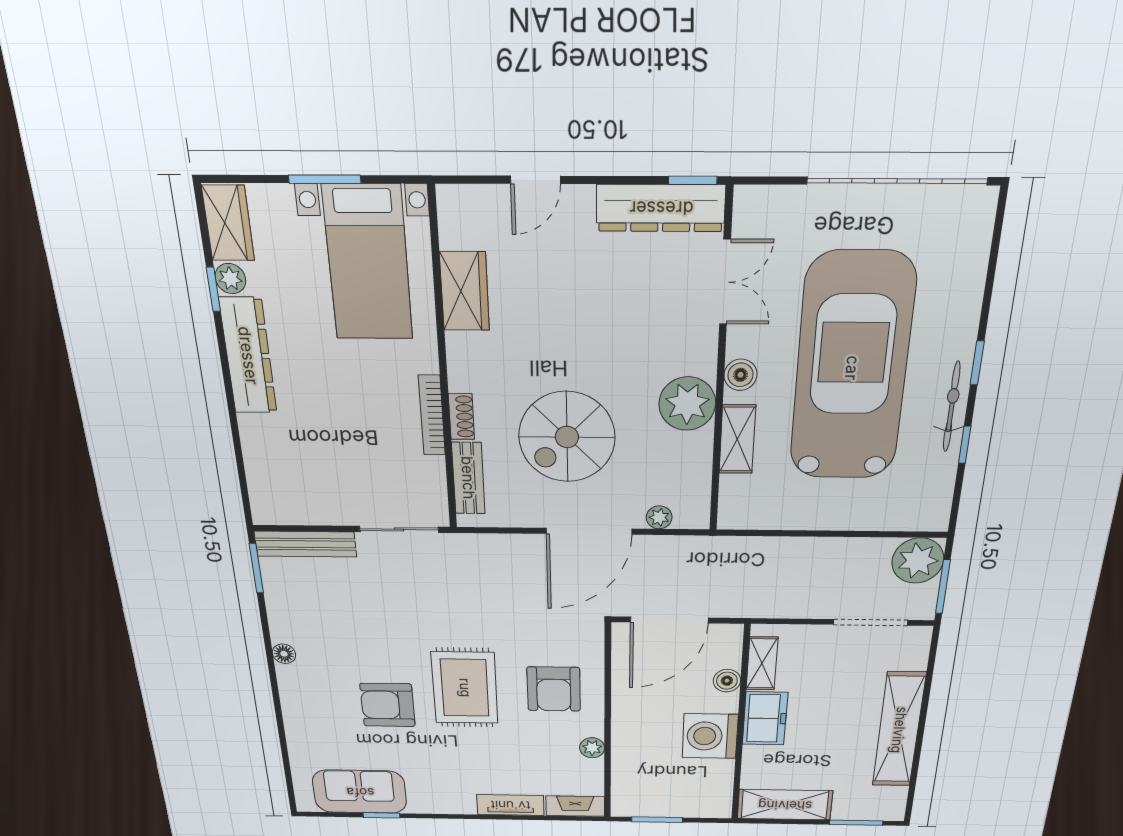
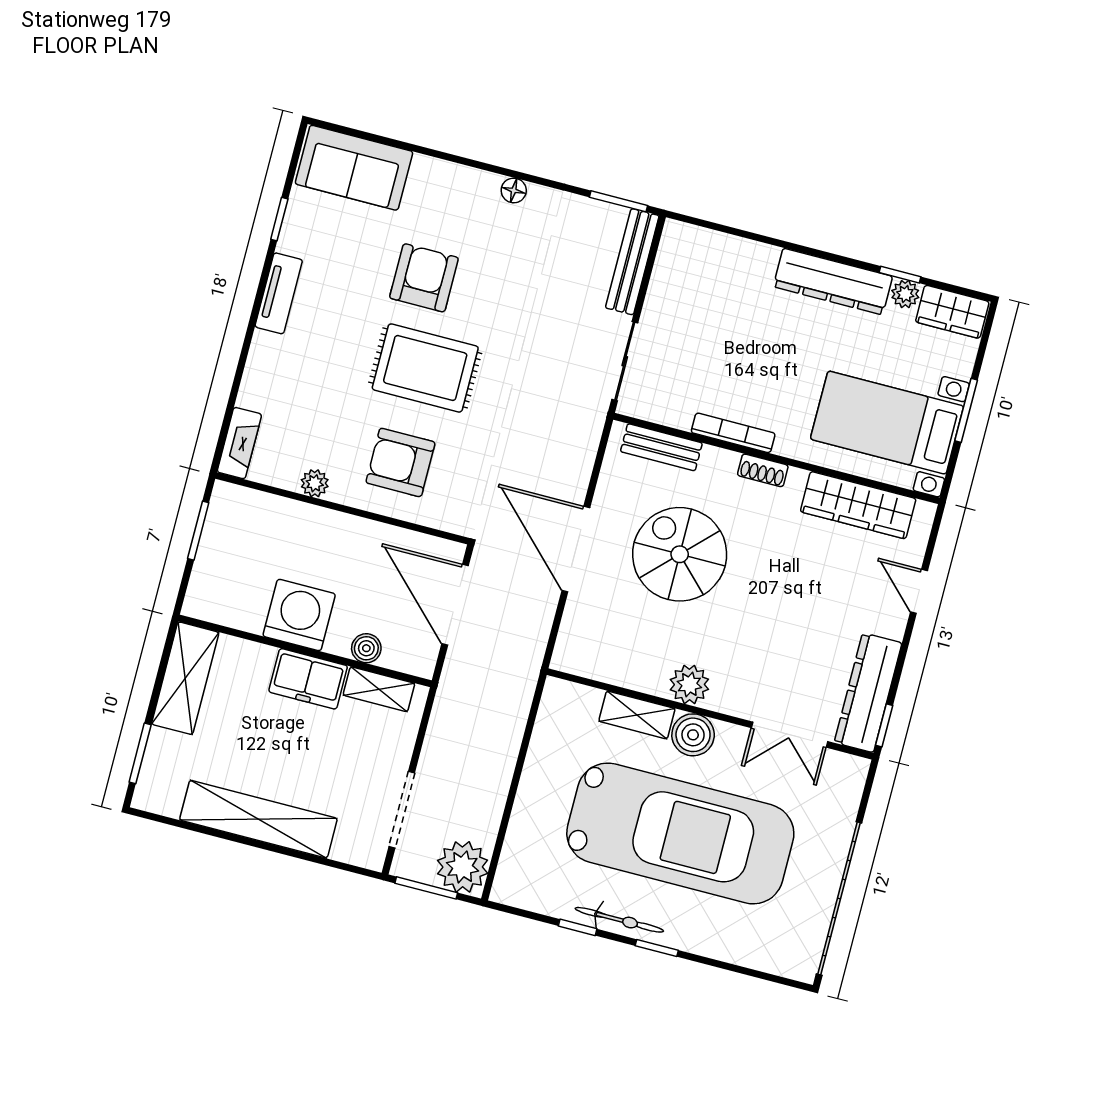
wardrobe: (465, 291) -> (858, 505), width x1.50
boiler: (740, 375) -> (693, 735), width x1.36, depth x1.36
plant: (687, 404) -> (689, 684), width x0.73, depth x0.73
shoe rack: (461, 417) -> (763, 470), moved
plant: (659, 517) -> (574, 622), removed
sofa: (360, 792) -> (354, 168), moved, turned 90
tv unit: (510, 805) -> (279, 293), moved

